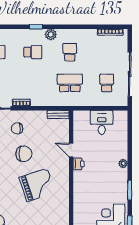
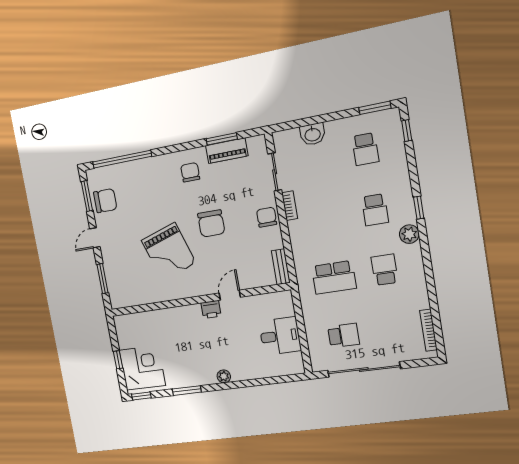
school desk: (70, 52) -> (385, 270), turned -90
school desk: (70, 83) -> (334, 277), turned 90
chair: (17, 128) -> (267, 217), moved

